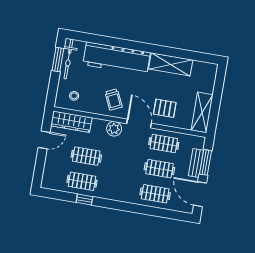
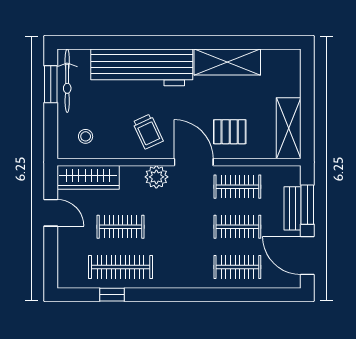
door: (44, 140) -> (51, 213), hinge flipped
clothes rail: (82, 181) -> (121, 267), width x1.36
window: (84, 200) -> (112, 295), moved

